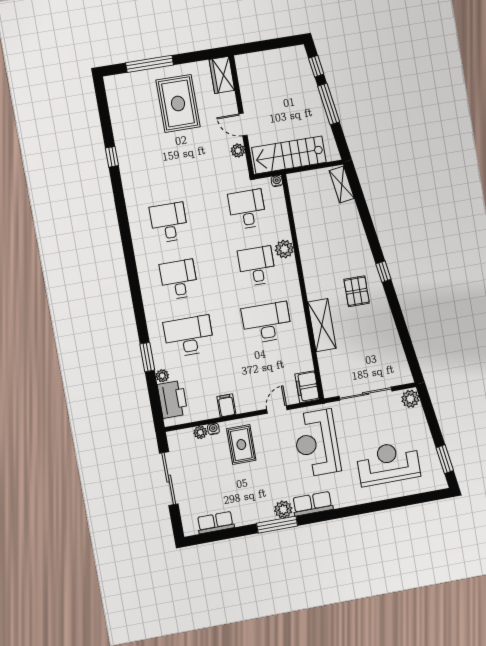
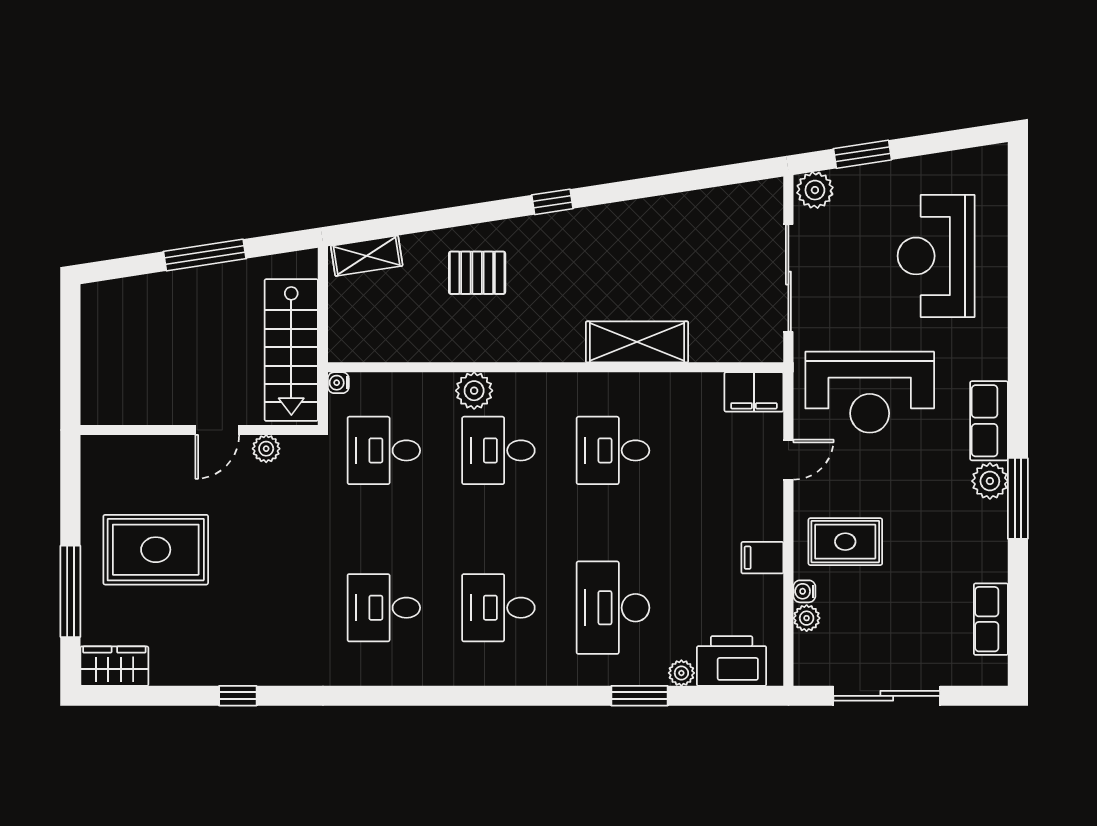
window: (316, 66) -> (127, 267), removed
wardrobe: (222, 75) -> (114, 666), moved, turned 180
pallet: (357, 291) -> (477, 273), moved
desk: (267, 323) -> (613, 450), width x0.73
door: (277, 409) -> (788, 460), swing flipped
window: (445, 459) -> (862, 154), moved

